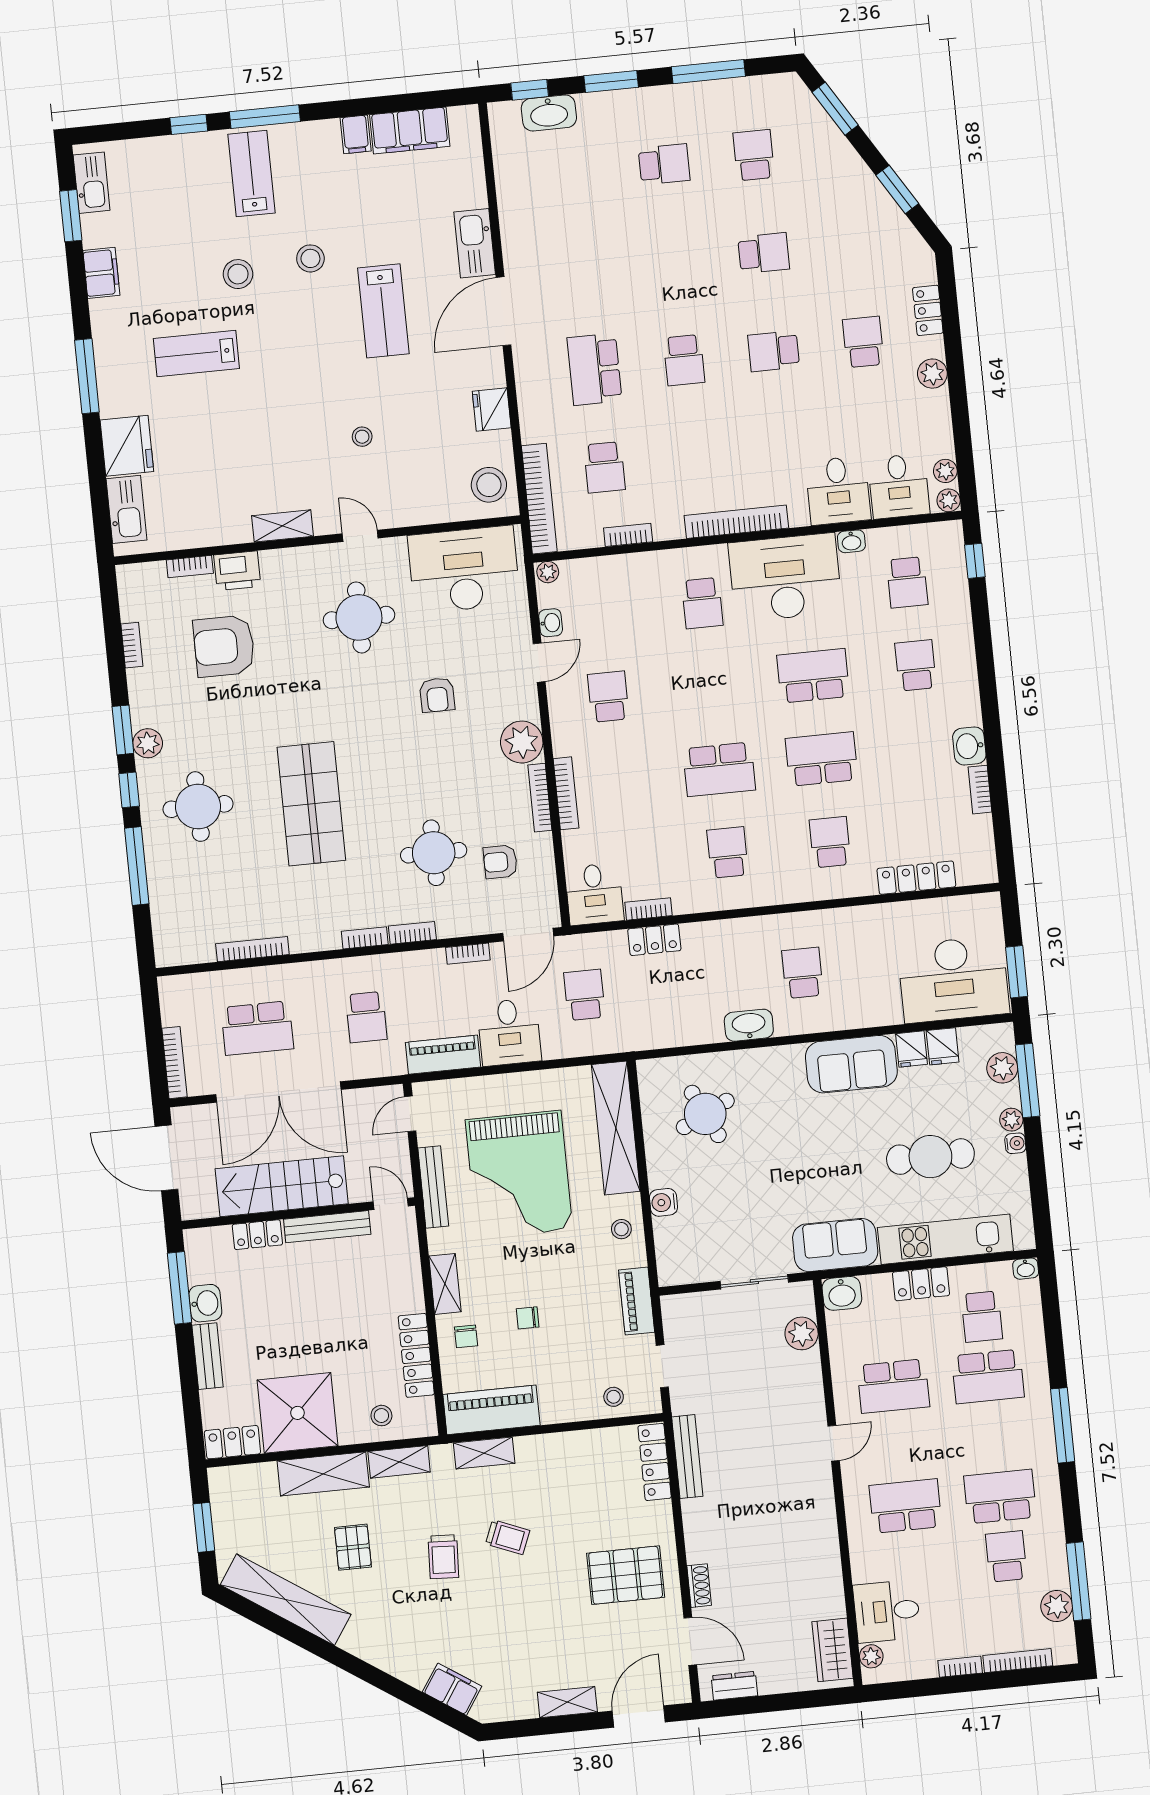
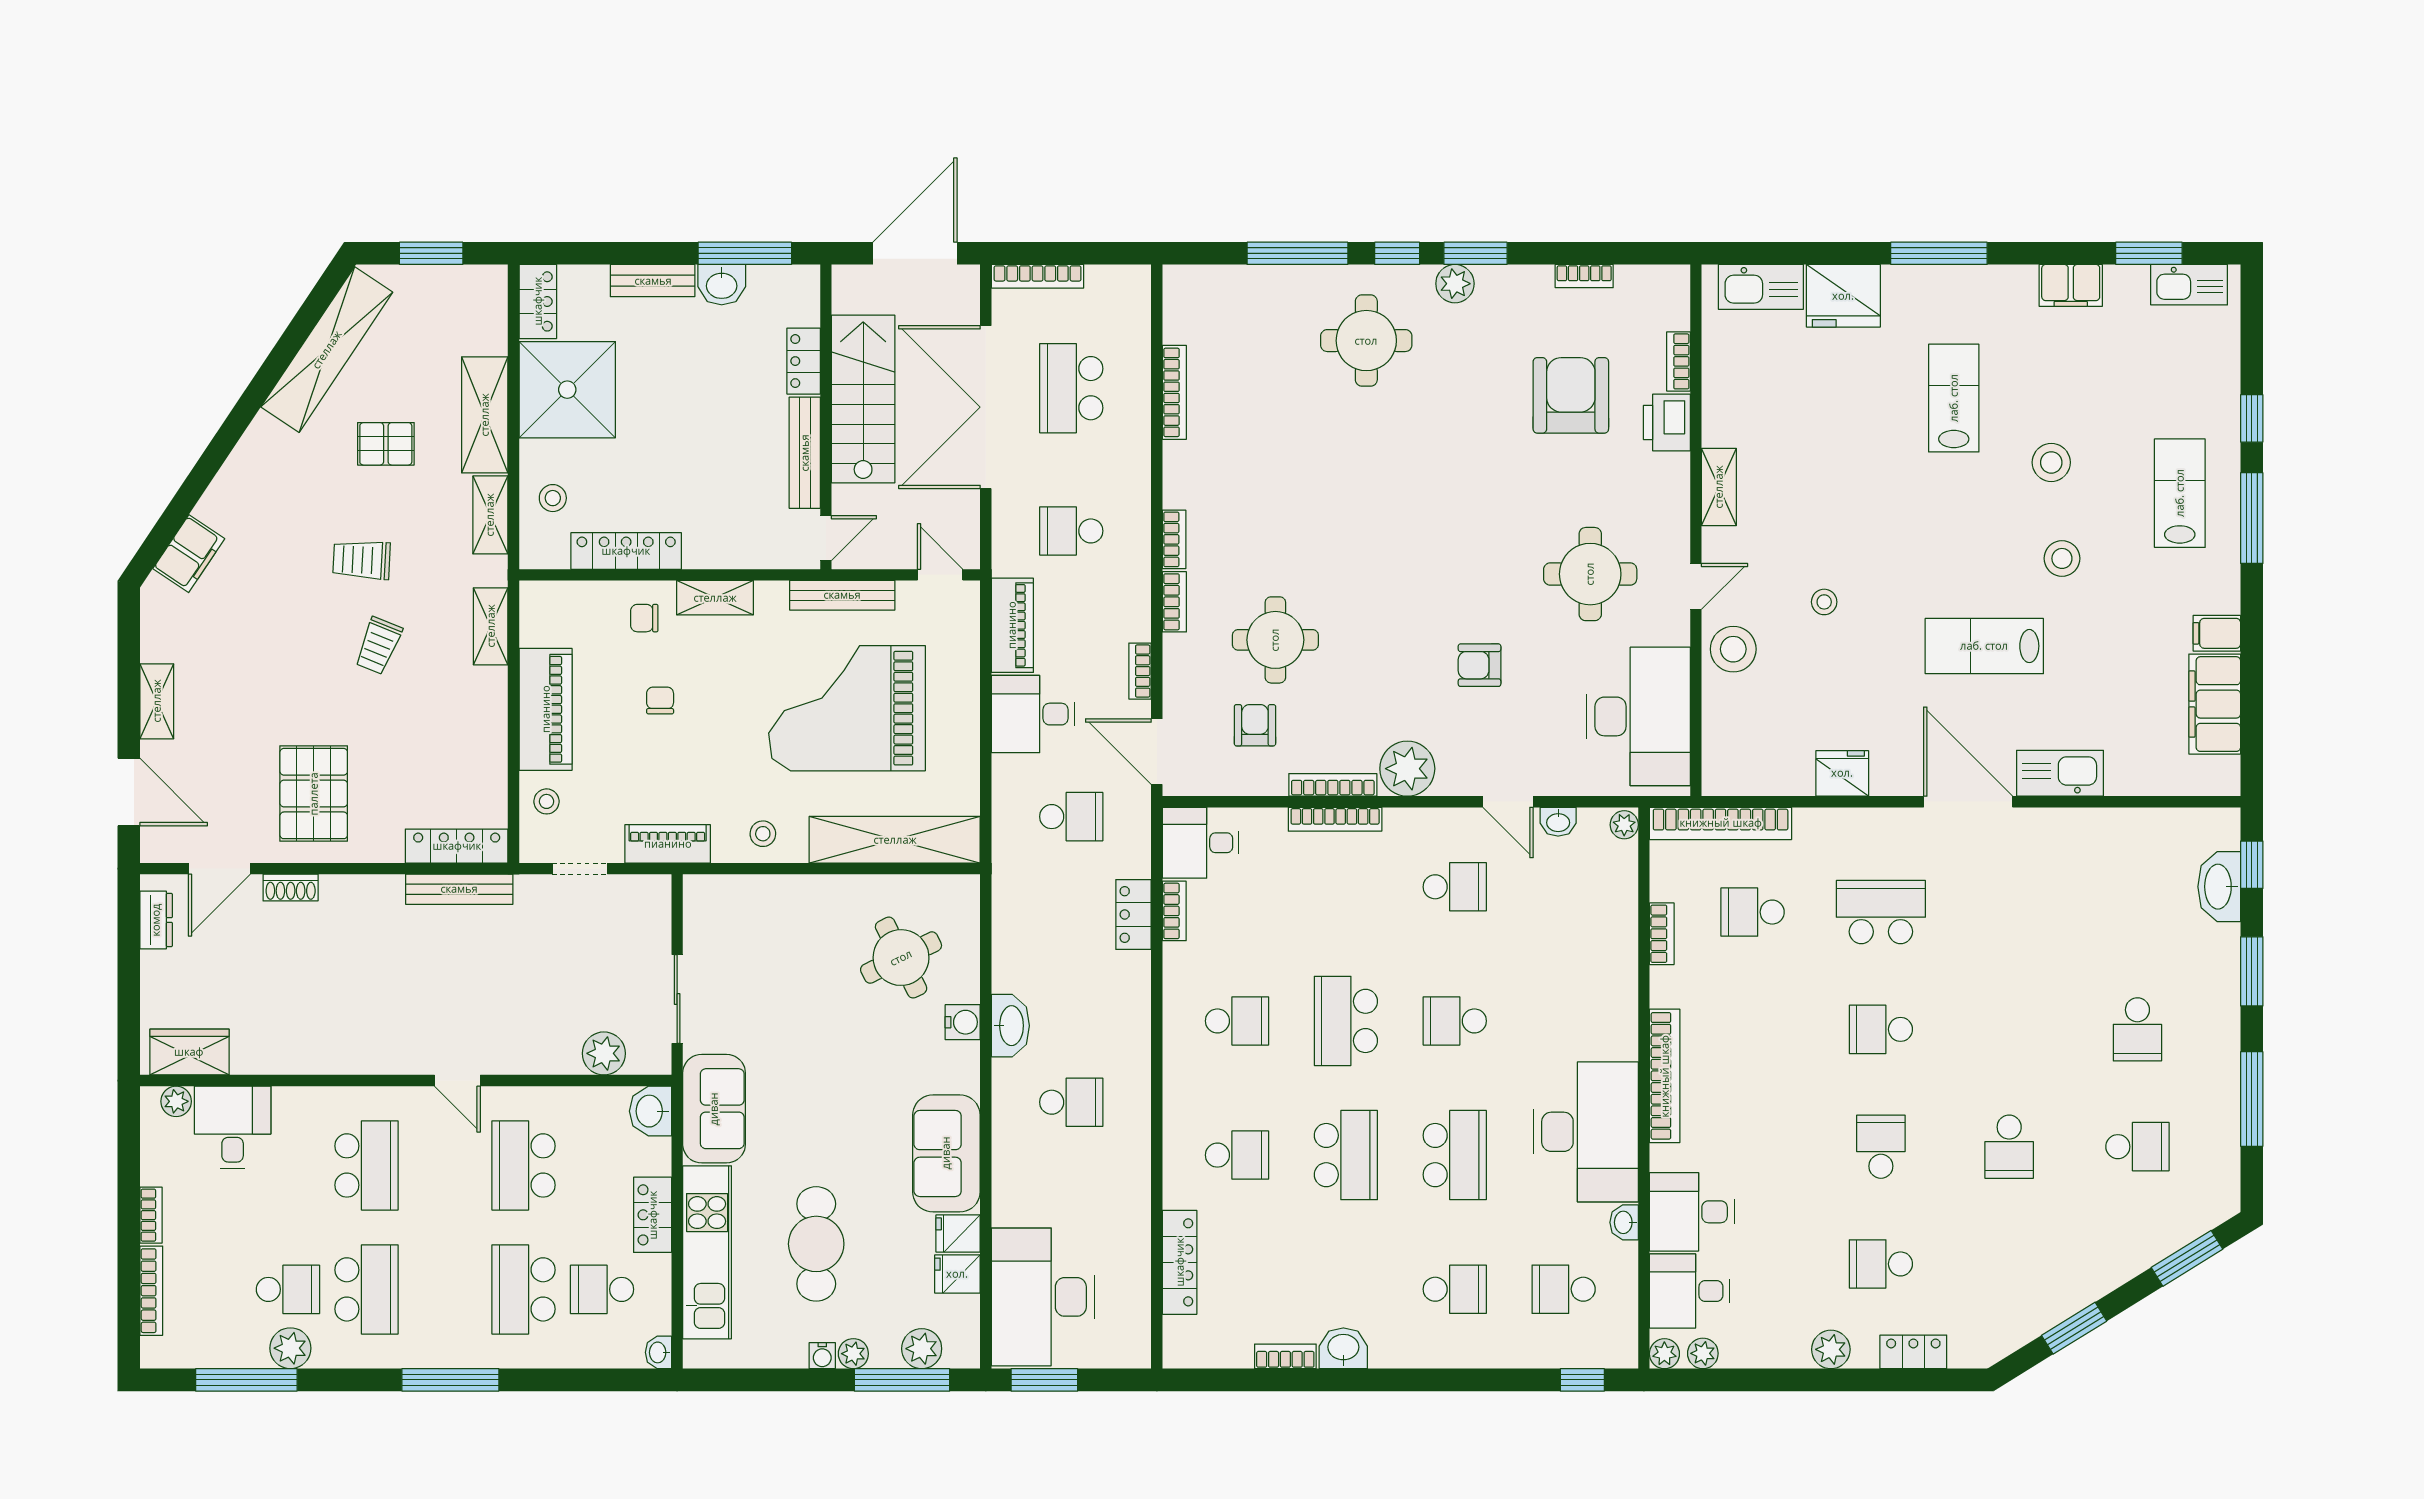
lab bench: (252, 174) -> (2180, 493), turned -90
school desk: (863, 342) -> (1881, 1264), turned 180
stool: (489, 485) -> (1733, 649), moved
school desk: (702, 603) -> (1455, 1021), moved
shop shelf: (311, 804) -> (1355, 488), removed
water cooler: (663, 1202) -> (963, 1022), moved, turned 90
piano: (491, 1410) -> (546, 709), moved
plant: (1057, 1606) -> (290, 1348), moved

